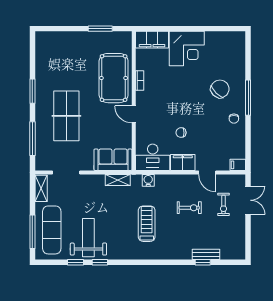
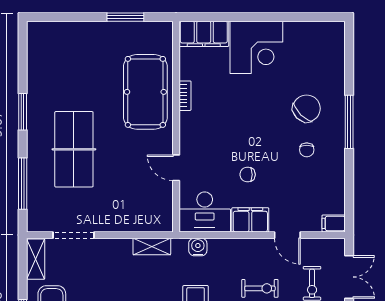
door: (134, 114) -> (176, 168), moved
chair: (234, 119) -> (307, 150), moved
sofa: (113, 160) -> (145, 216), removed

